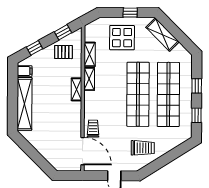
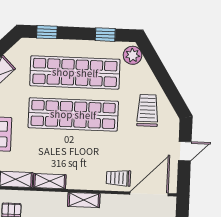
window: (197, 86) -> (47, 32), moved
shelving: (76, 89) -> (84, 200), moved
plant: (182, 136) -> (133, 55), added

